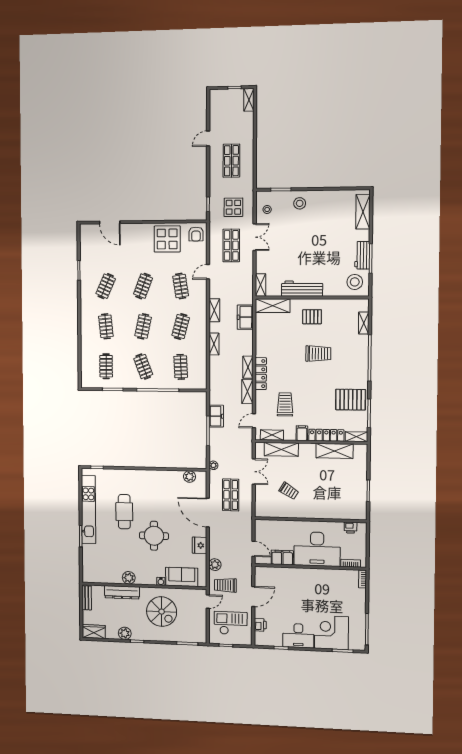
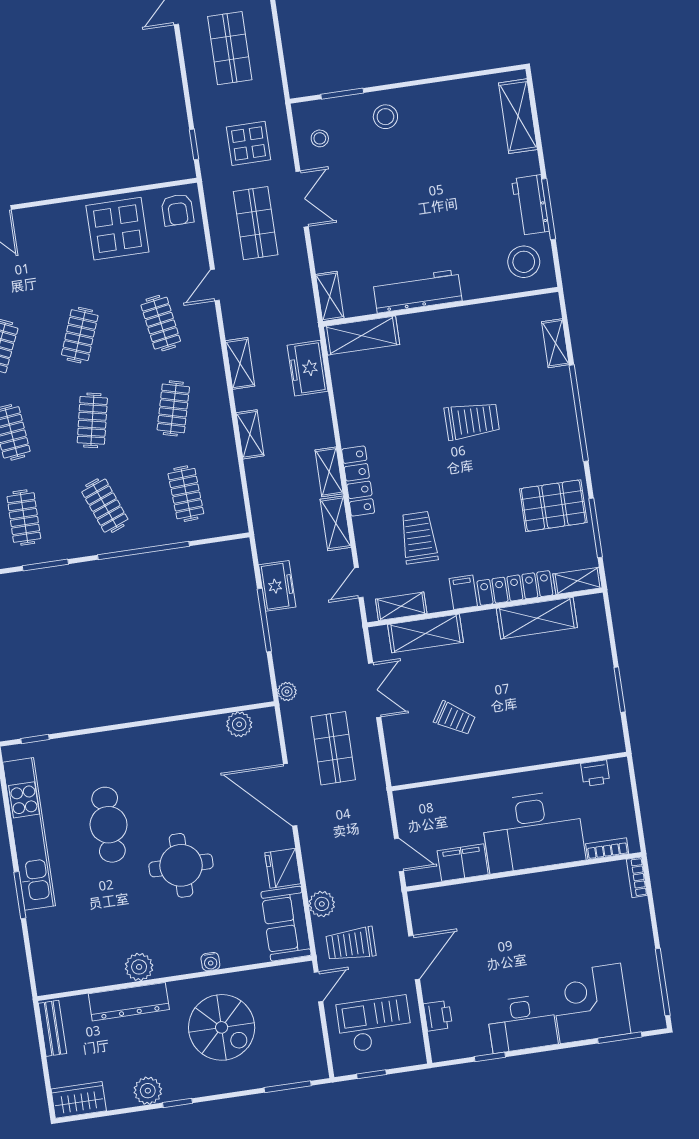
pallet: (312, 317) -> (447, 346), removed
sofa: (182, 577) -> (286, 924), moved, turned -90

